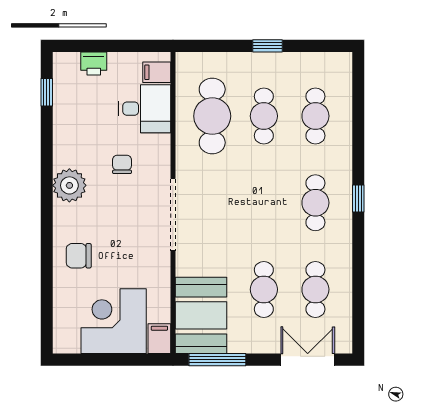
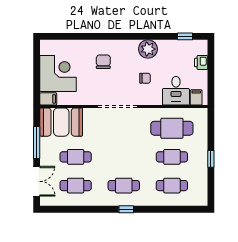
plant: (69, 185) -> (148, 49), moved
chair: (79, 256) -> (103, 62), moved
window: (217, 360) -> (37, 142), moved

